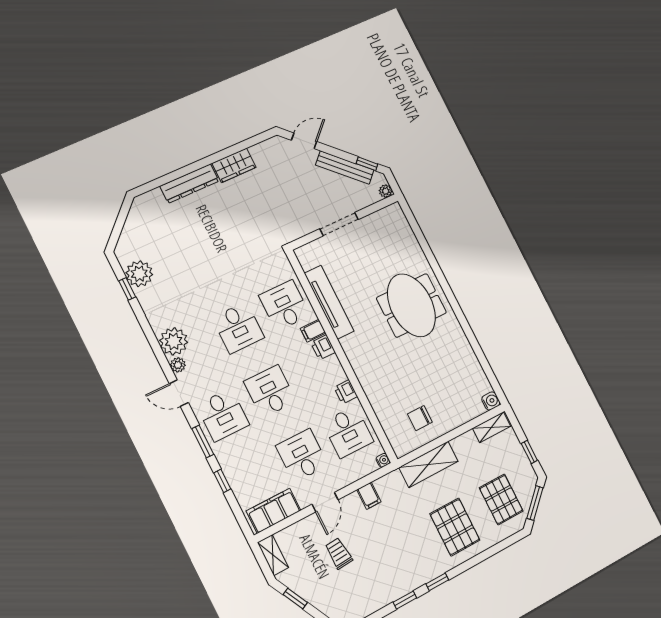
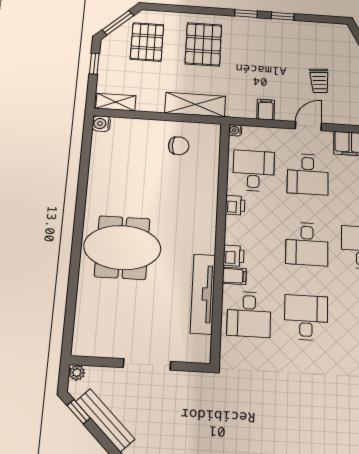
meeting table: (411, 305) -> (122, 247), turned 90

